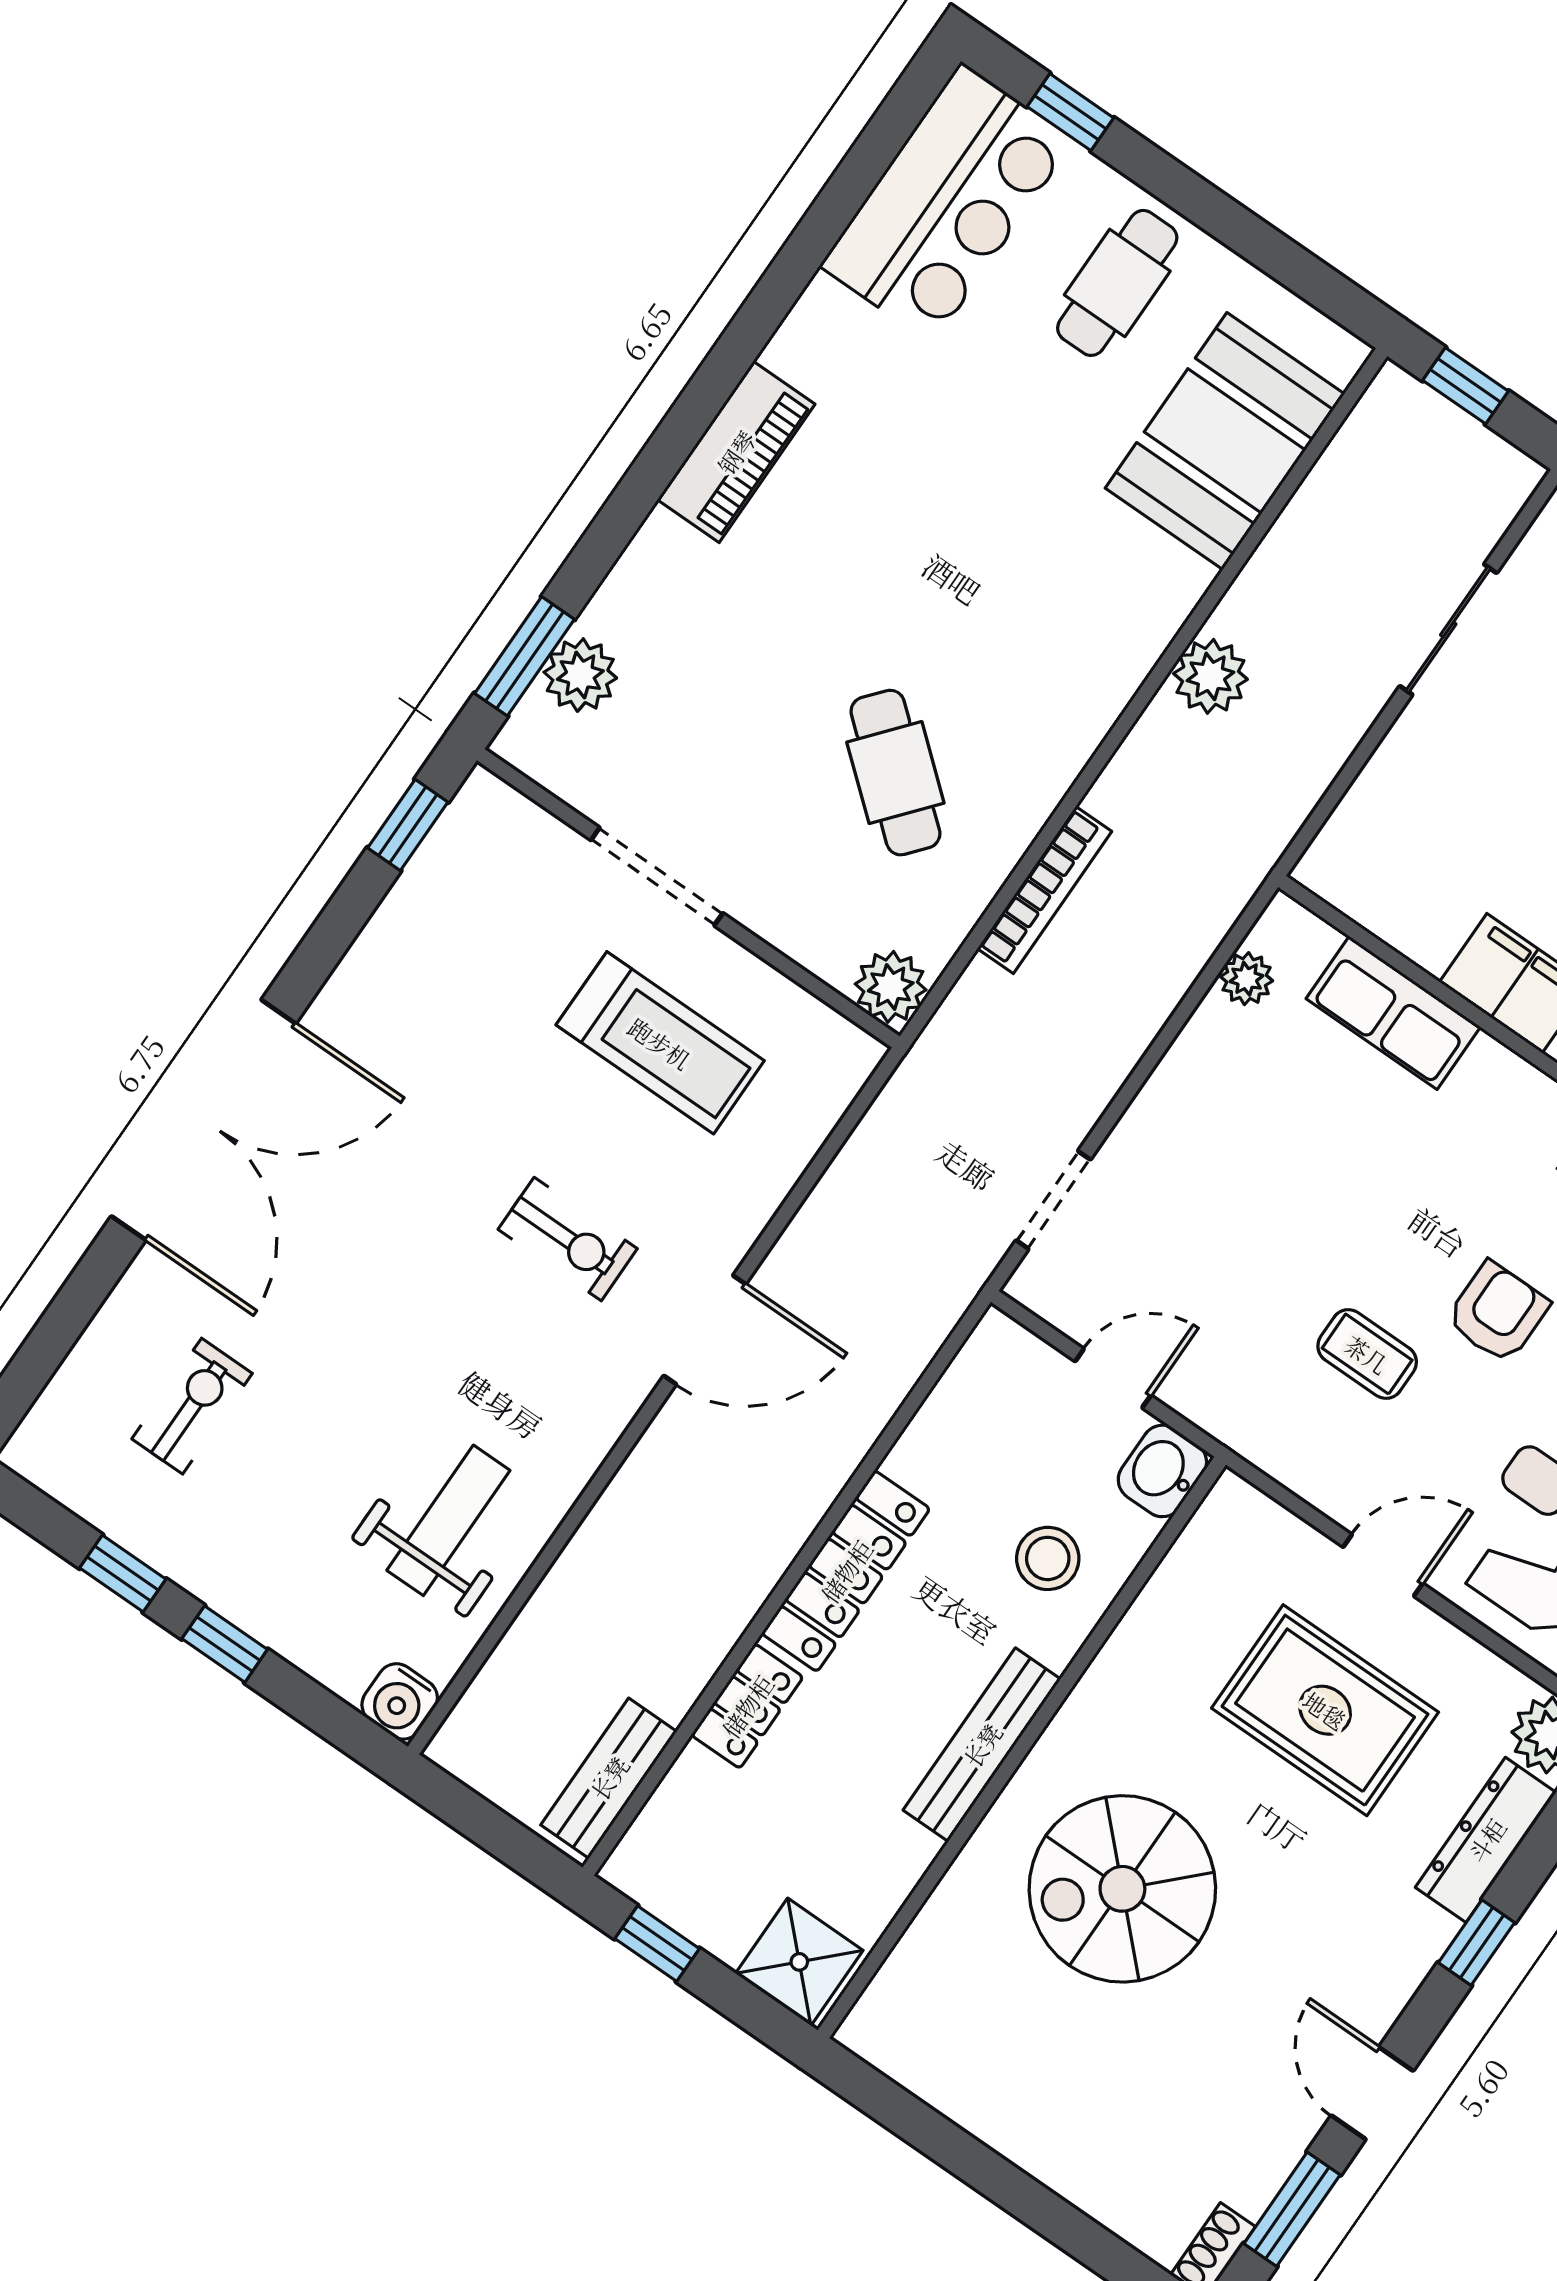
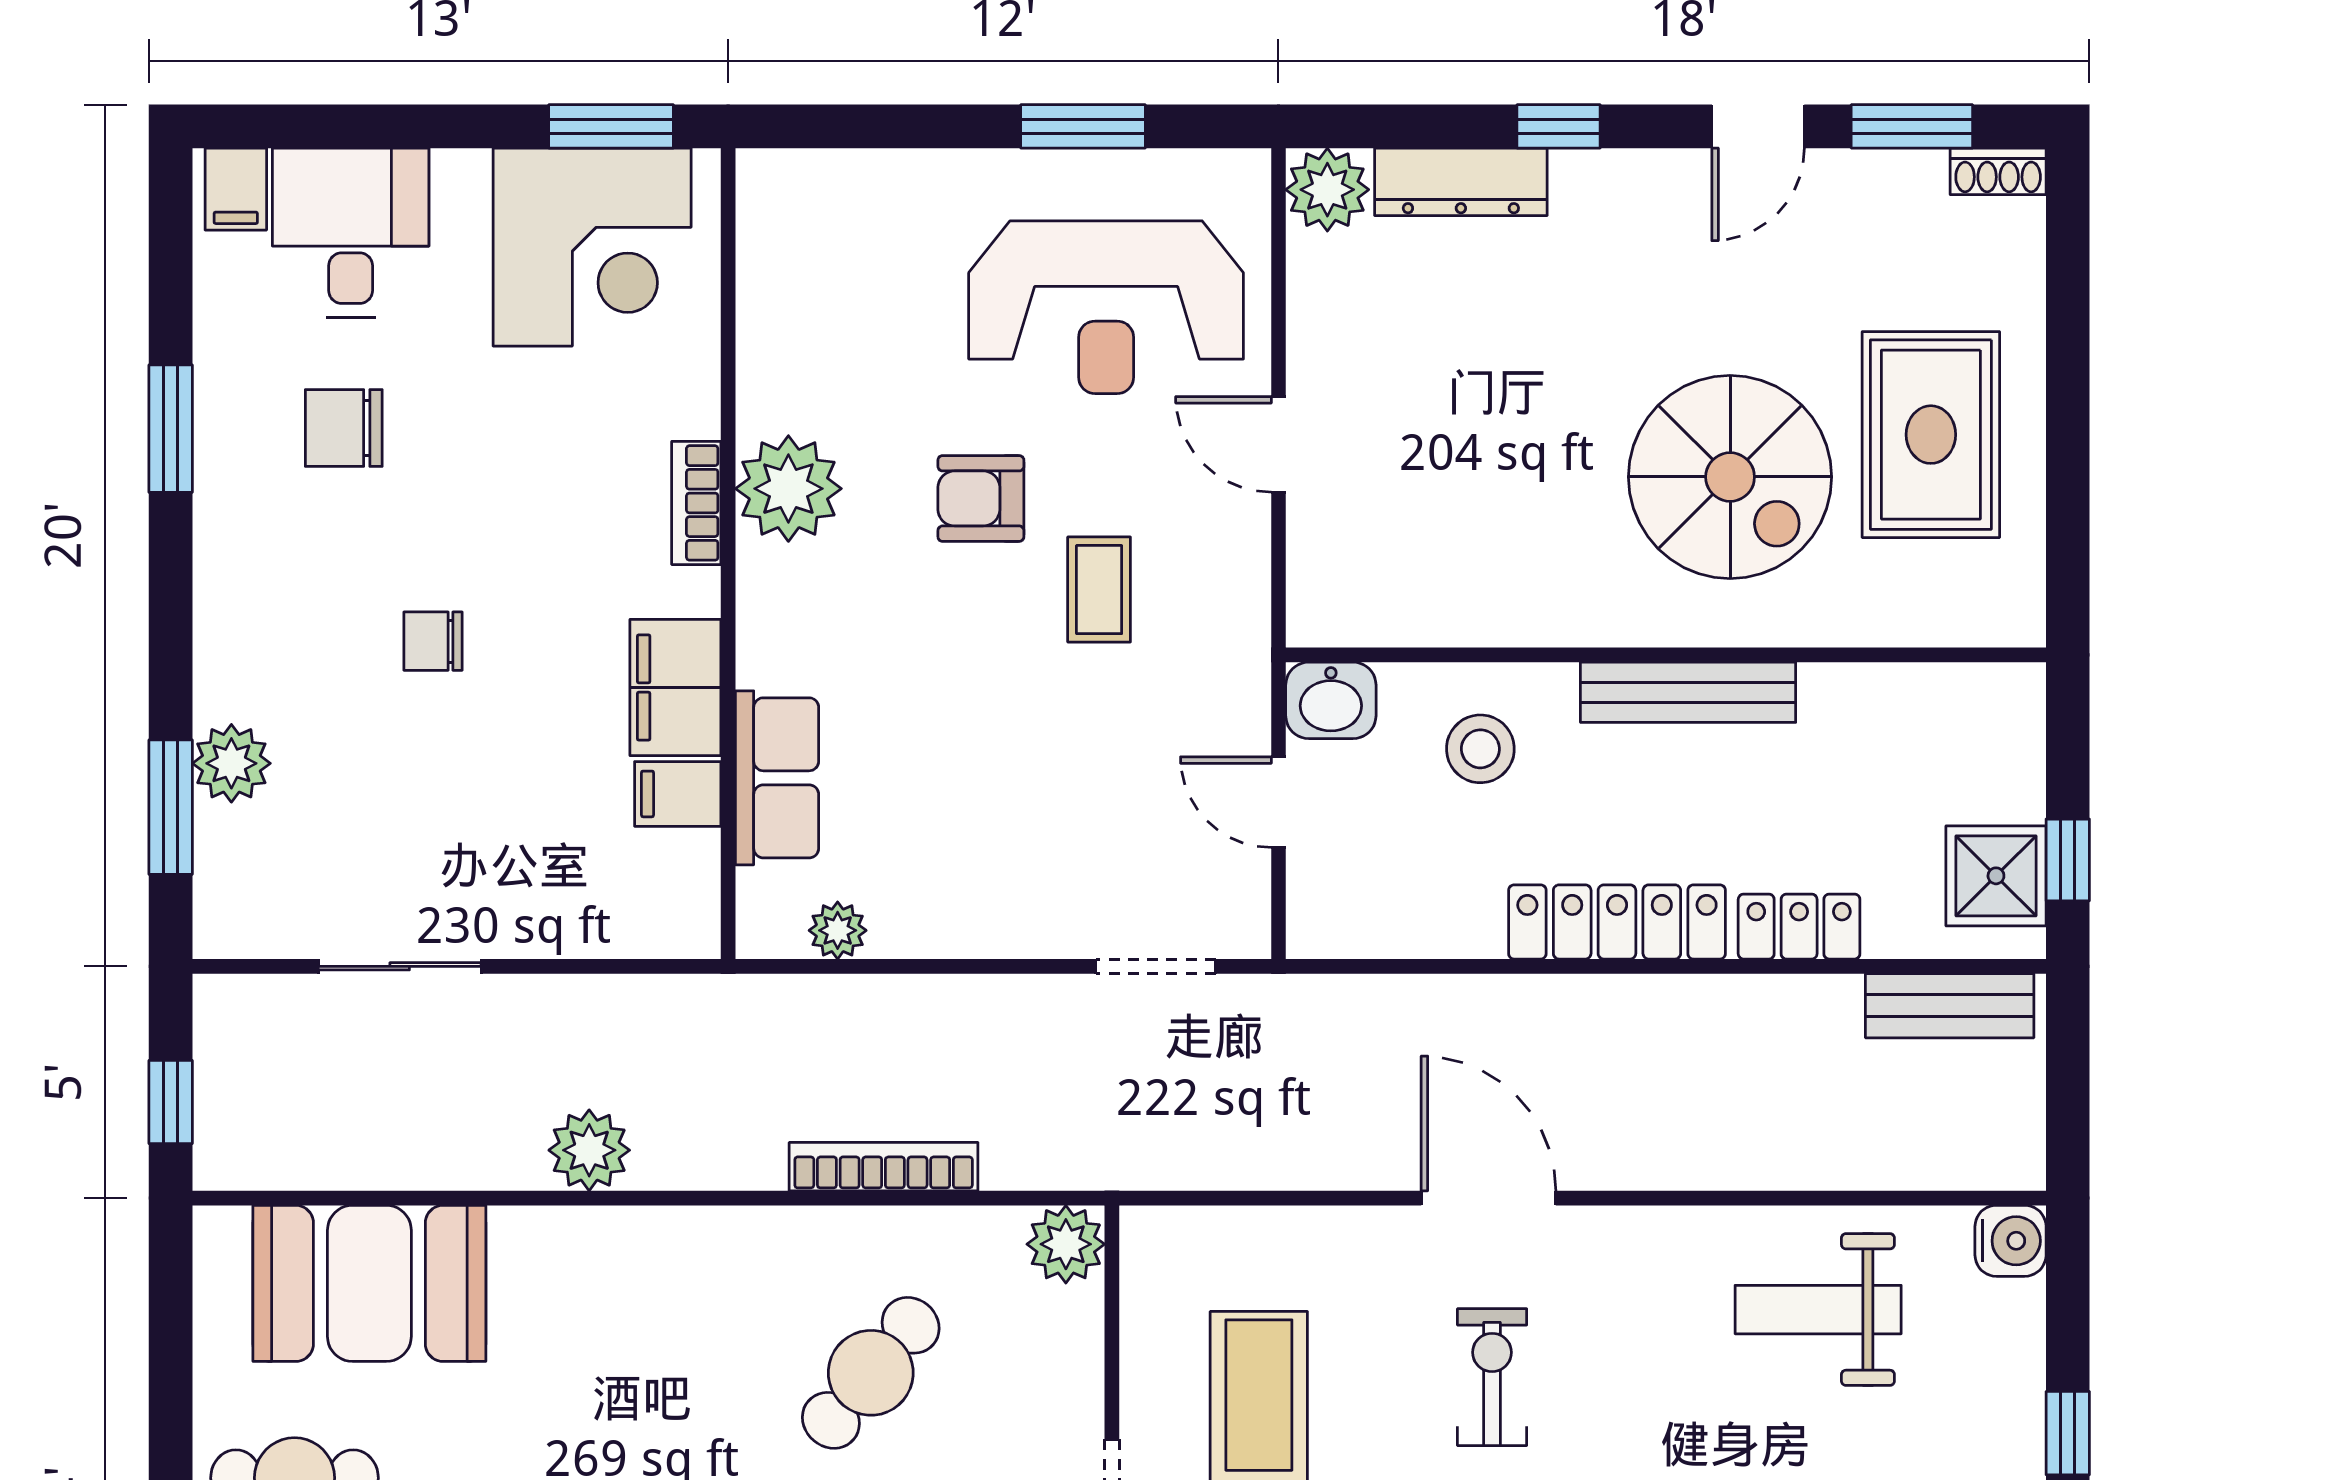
filing cabinet: (1433, 929) -> (678, 794), added
rug: (1325, 1710) -> (1931, 435), moved
shower: (799, 1962) -> (1996, 876), moved

